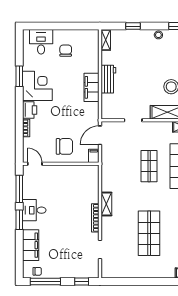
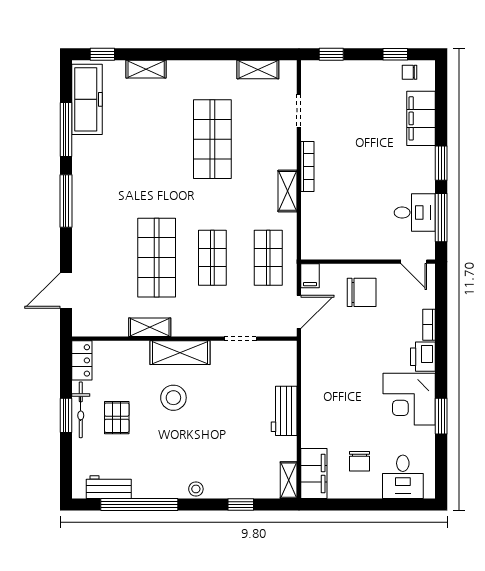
filing cabinet: (91, 87) -> (314, 473), moved
chair: (64, 146) -> (362, 292), turned 180
shop shelf: (117, 166) -> (268, 258), added
desk: (34, 210) -> (415, 213), moved
shelving: (123, 273) -> (258, 70), added
window: (45, 281) -> (395, 54), width x0.46

